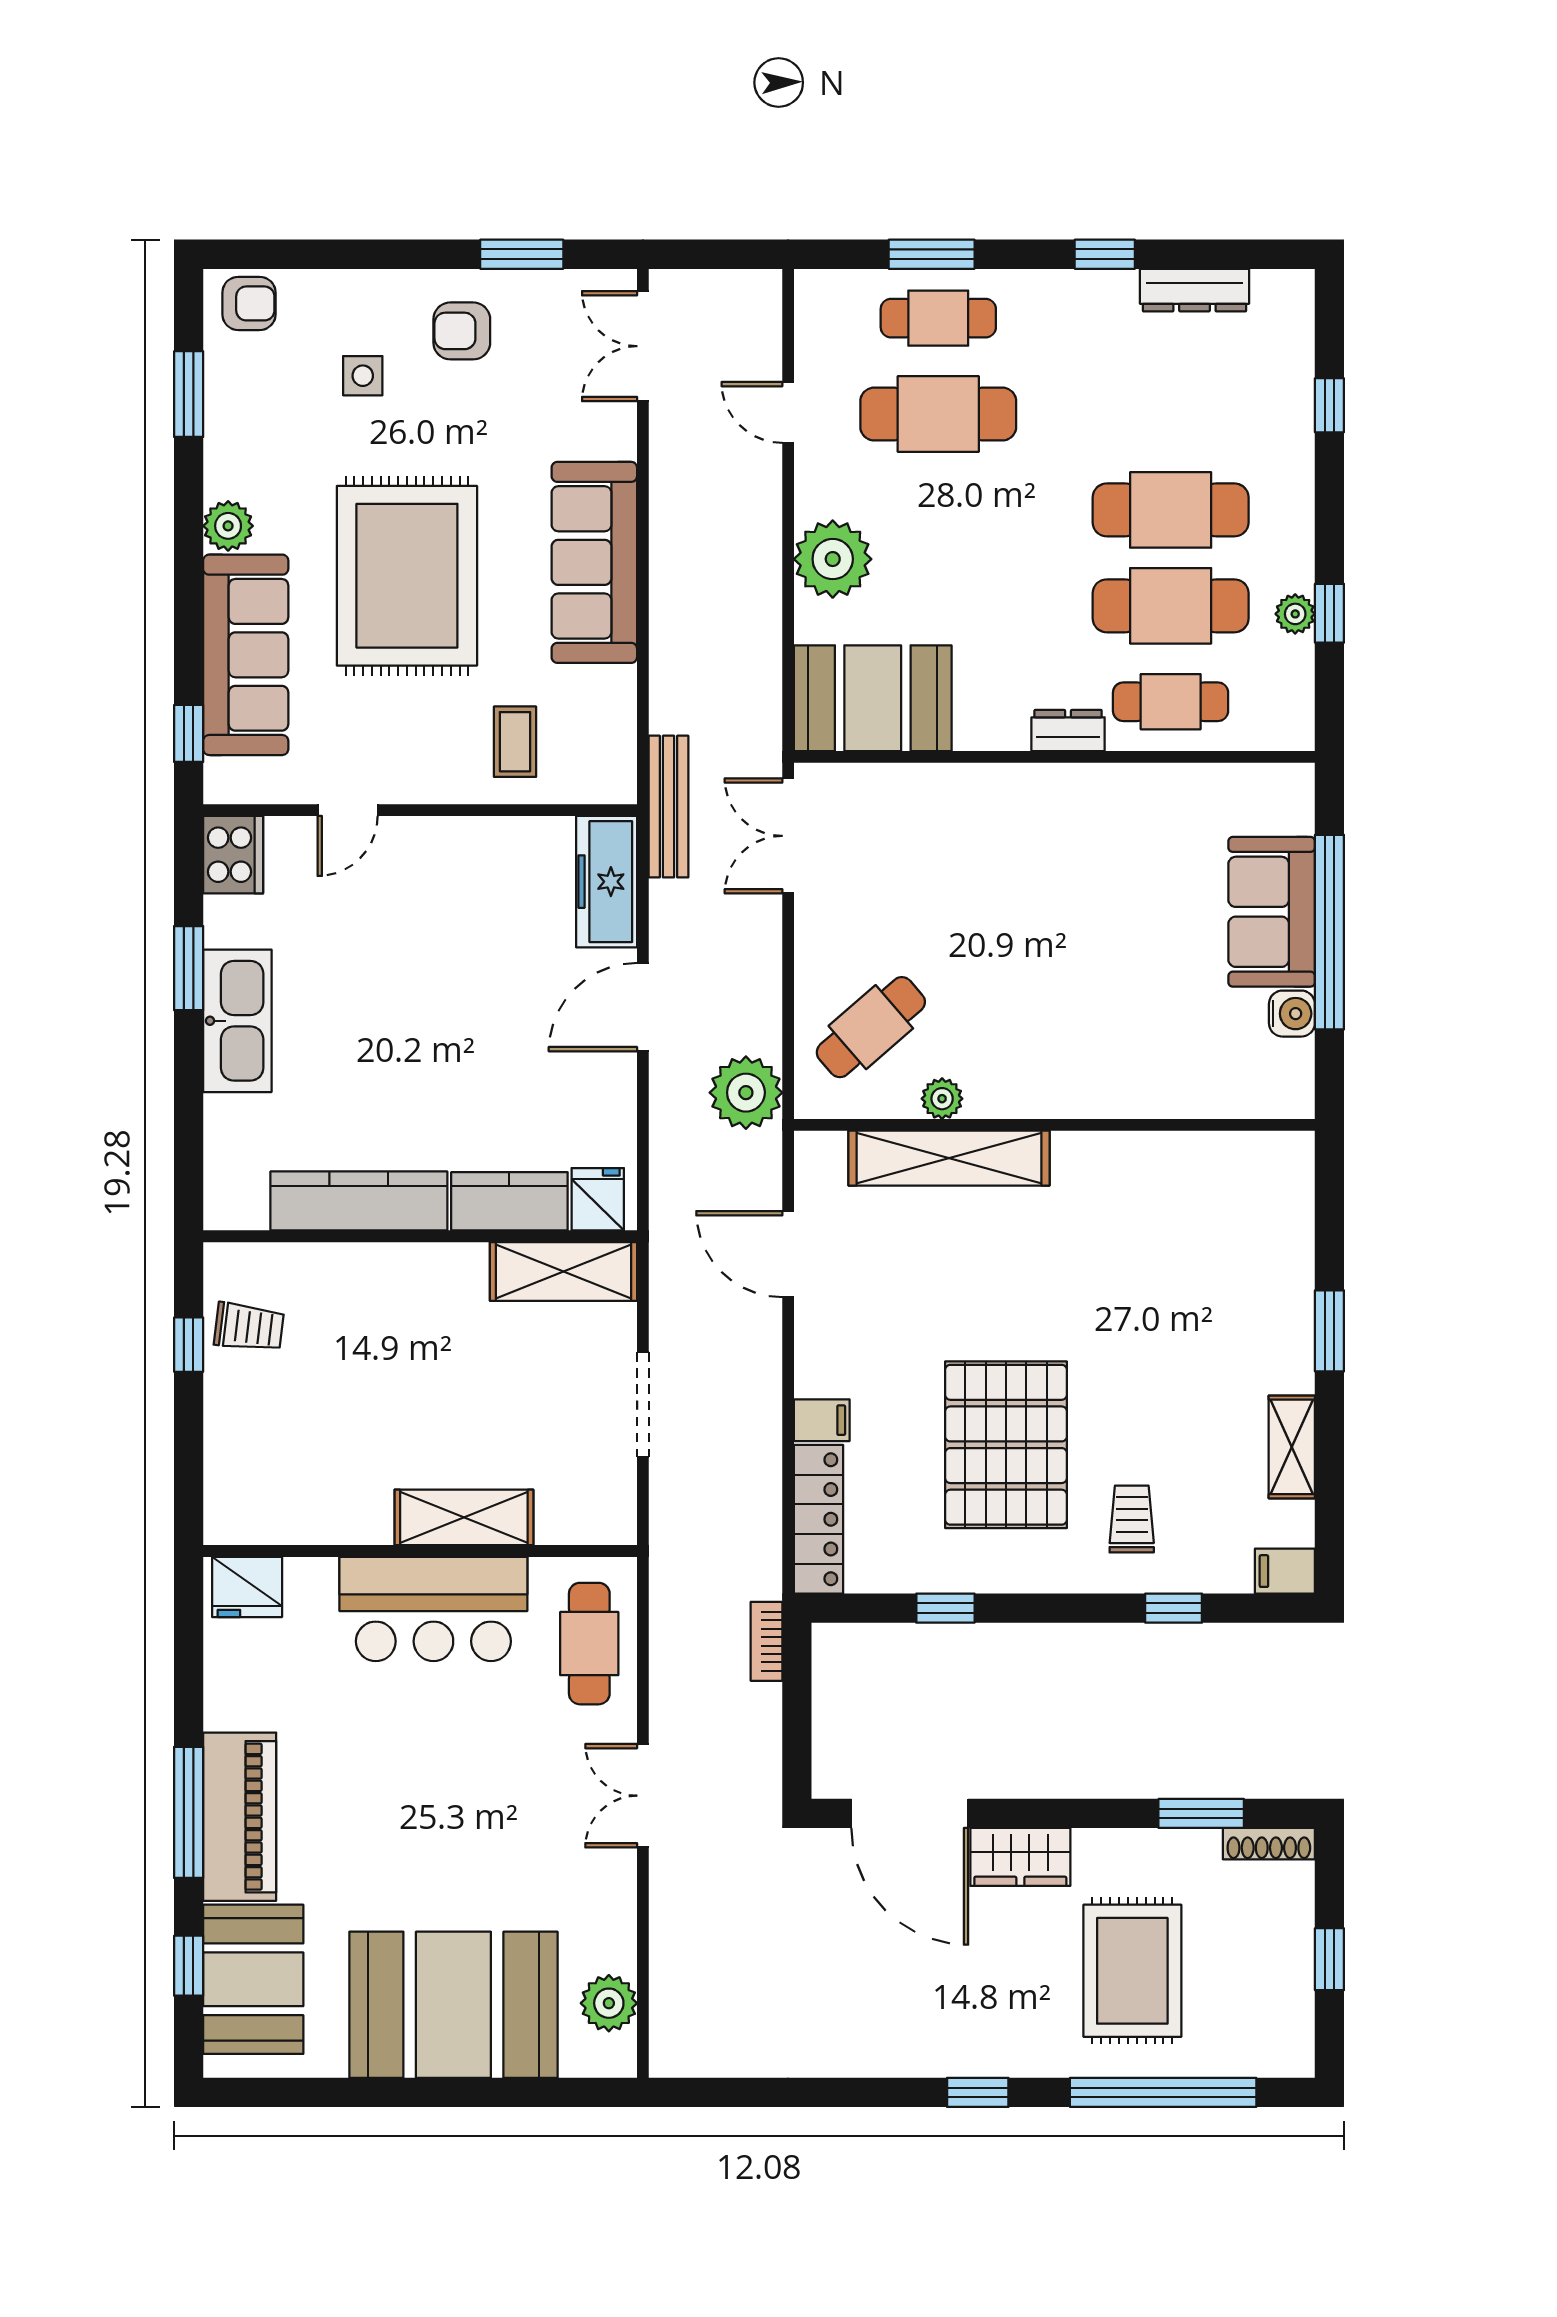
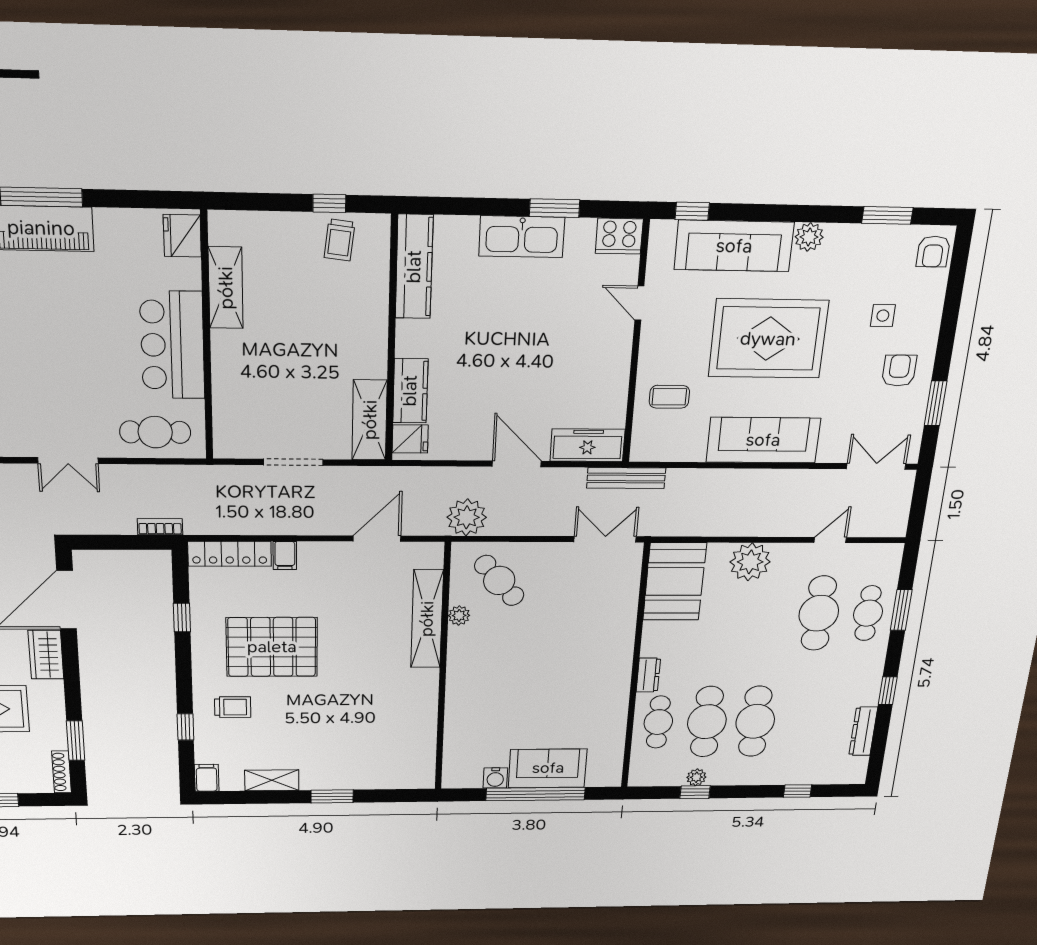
kitchen counter: (359, 1201) -> (414, 267), moved
shelving: (464, 1517) -> (226, 288), moved
double door: (643, 1796) -> (68, 461), swing flipped

